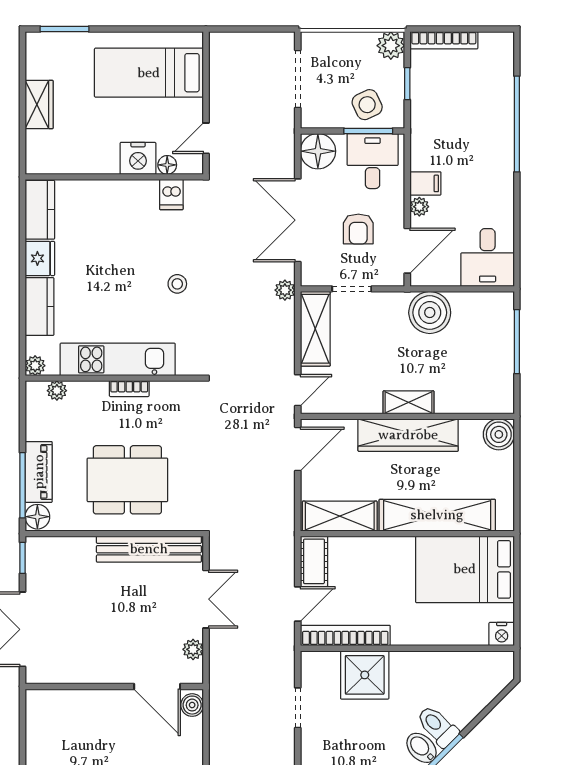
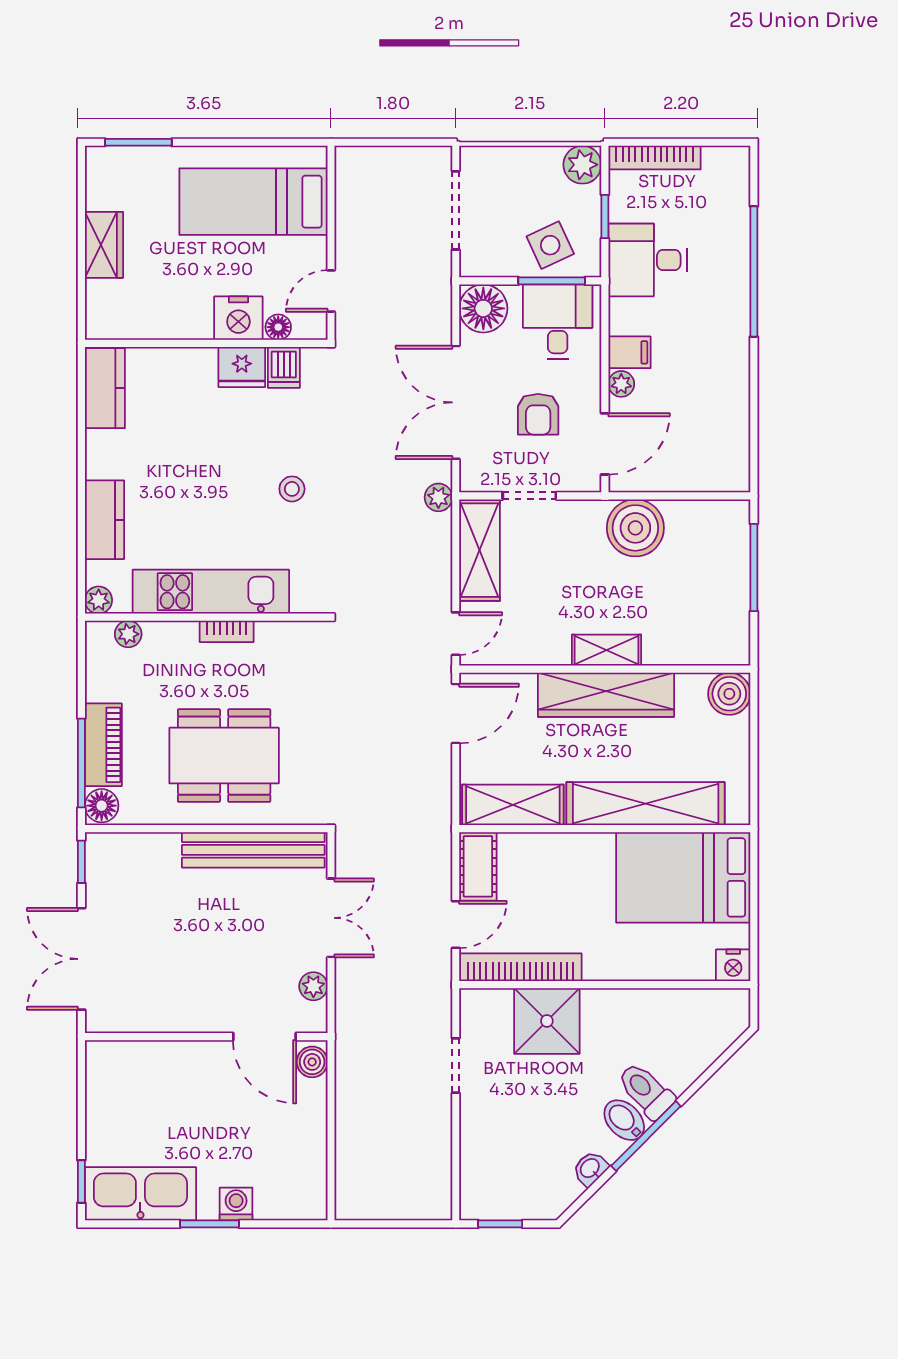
fridge: (40, 258) -> (242, 367), moved, turned 90
desk: (488, 258) -> (648, 260), moved, turned 90

